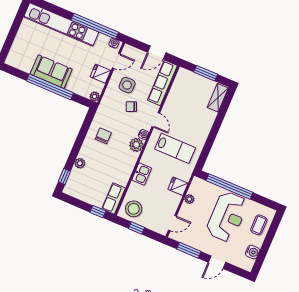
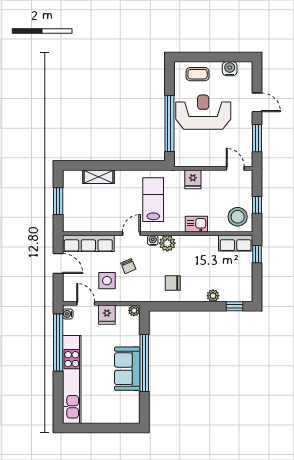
shelving: (218, 98) -> (99, 177), moved
plant: (189, 199) -> (201, 161), removed

